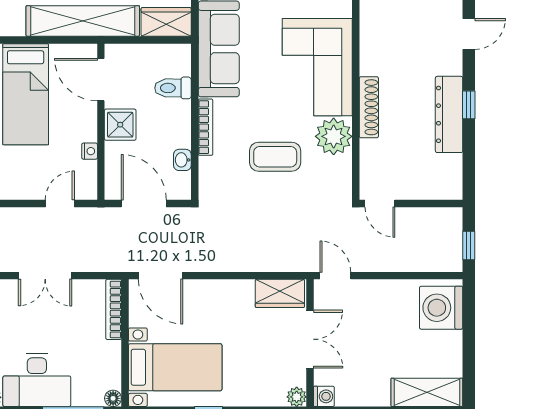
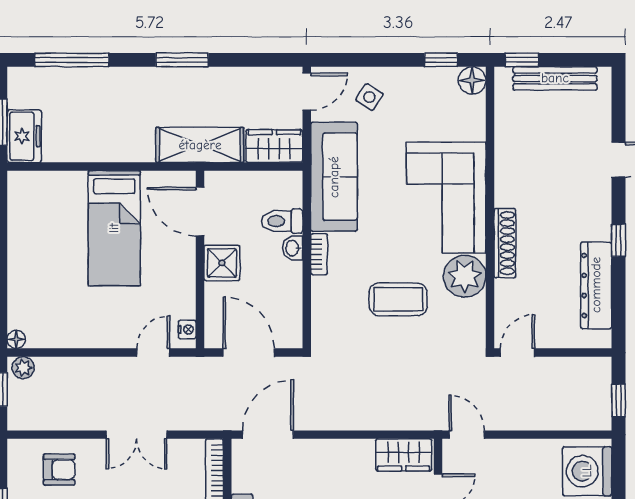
shelving: (83, 21) -> (200, 145), width x0.68
dresser: (449, 114) -> (596, 285), moved
bookcase: (205, 127) -> (319, 254), width x0.64
nightstand: (90, 151) -> (187, 330), moved
washbasin: (182, 160) -> (293, 248), moved
door: (380, 203) -> (518, 353), swing flipped
door: (161, 276) -> (268, 435), swing flipped

